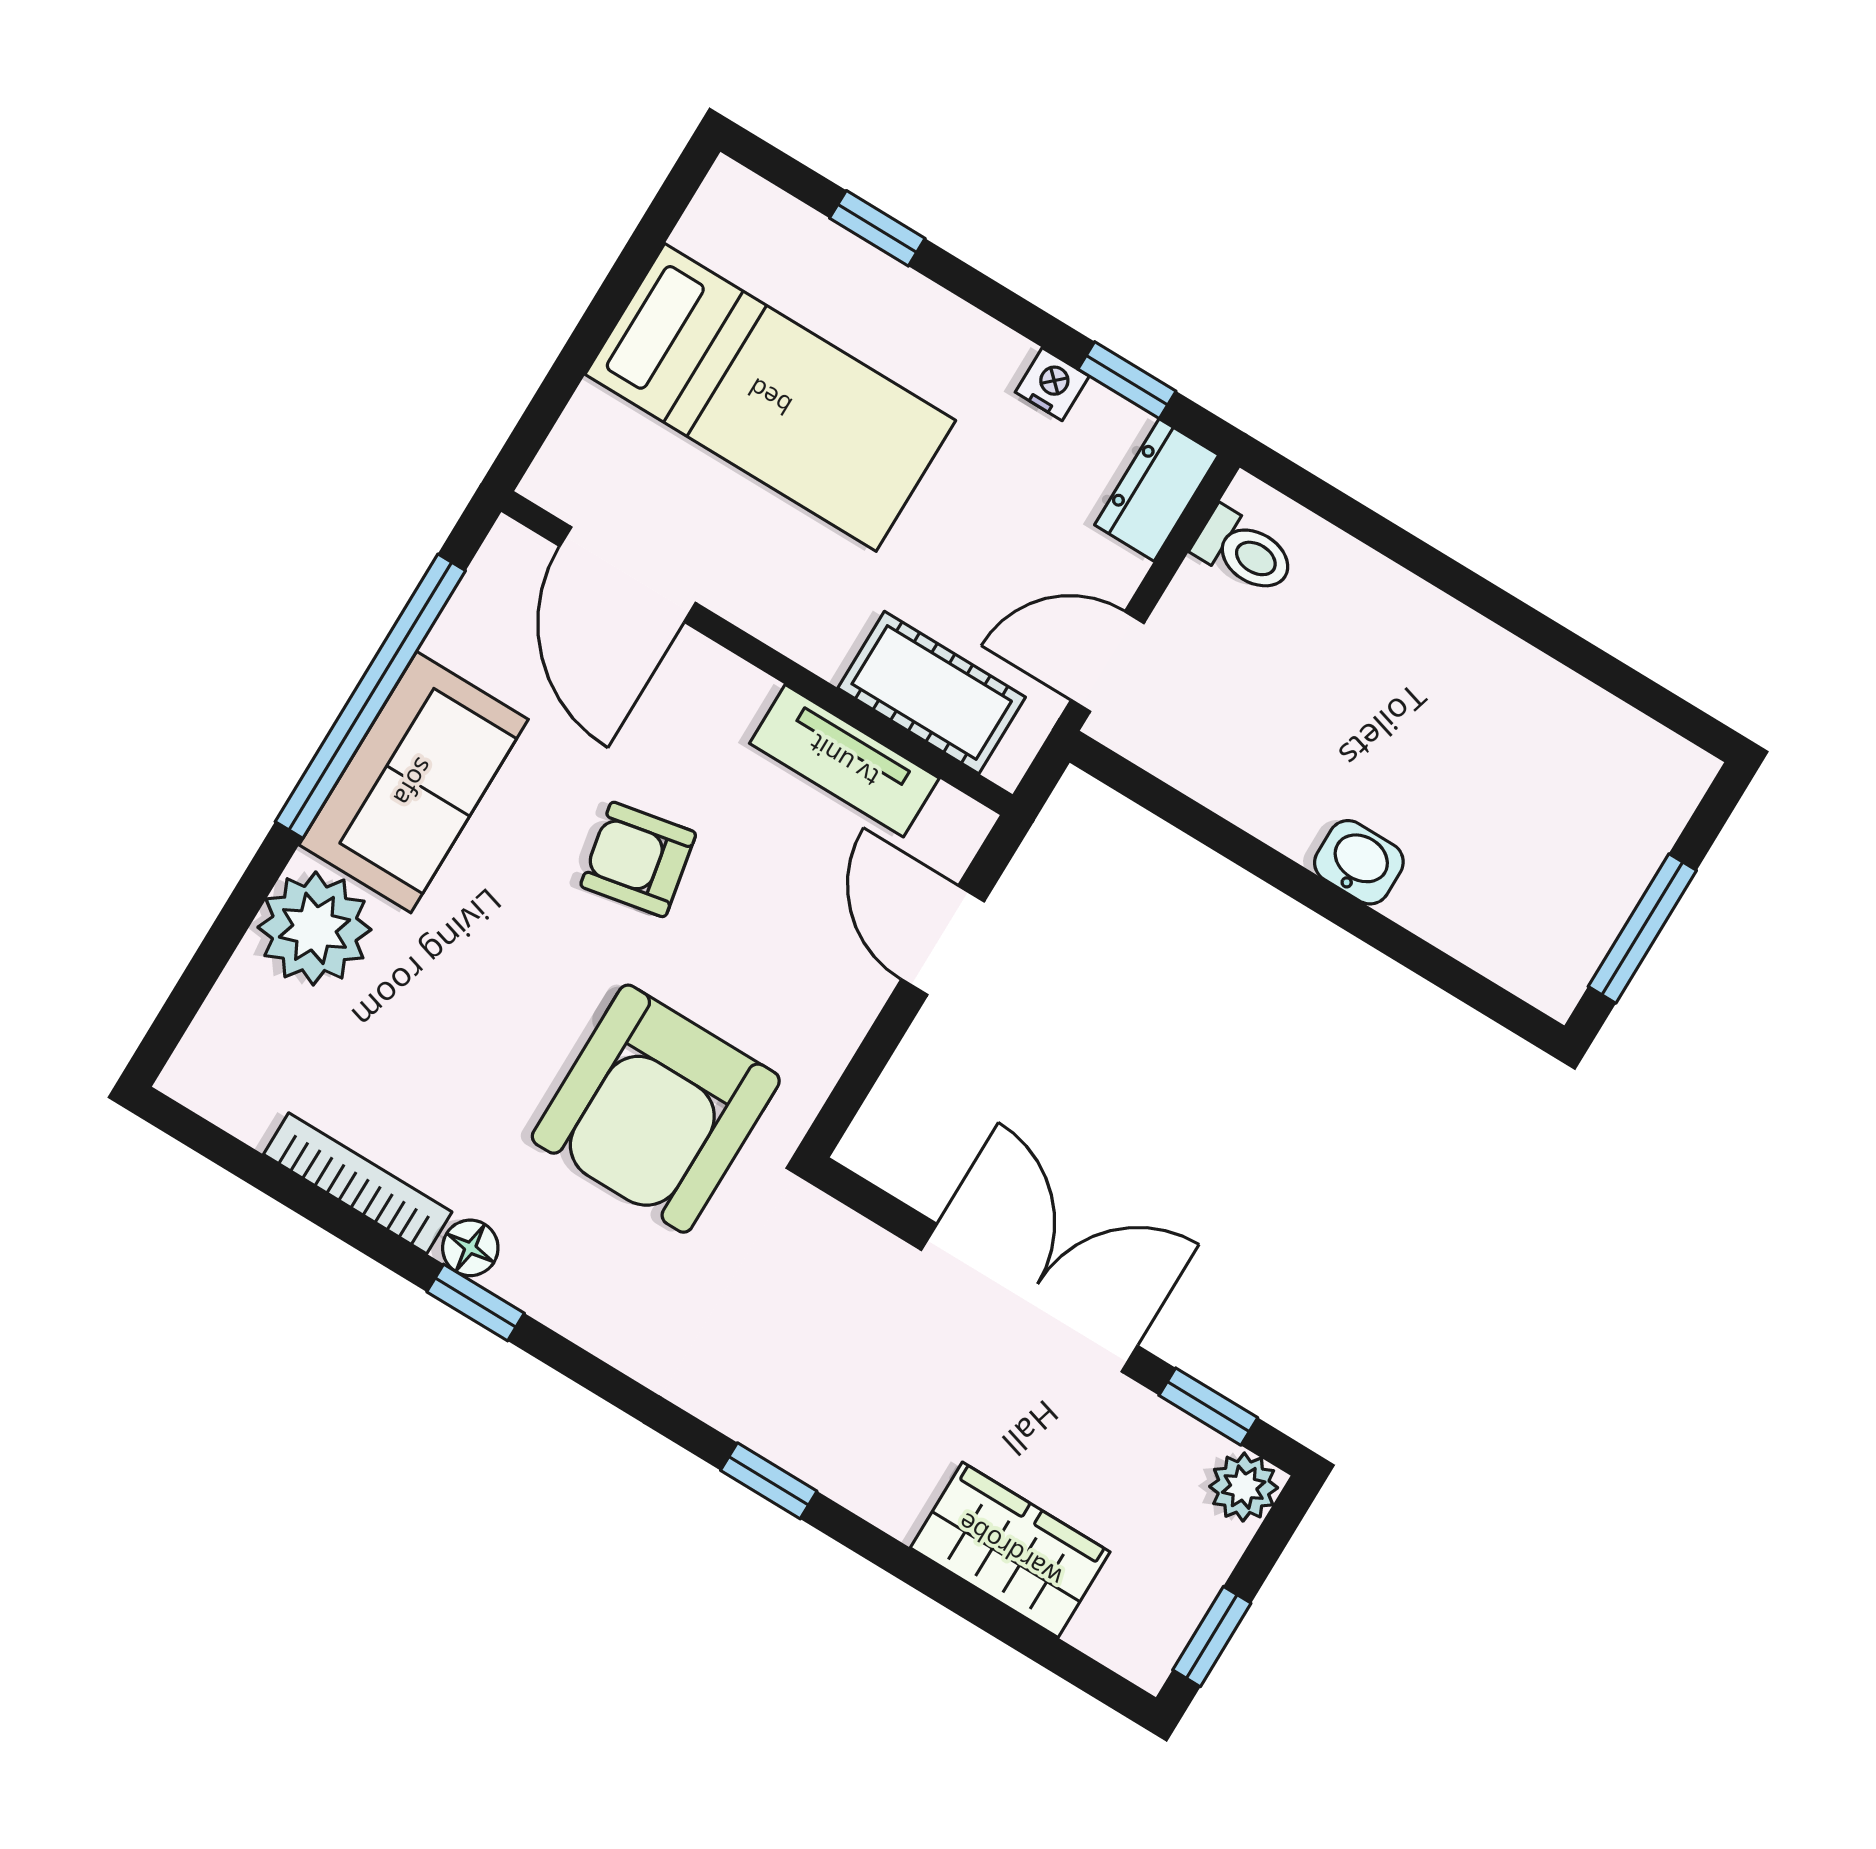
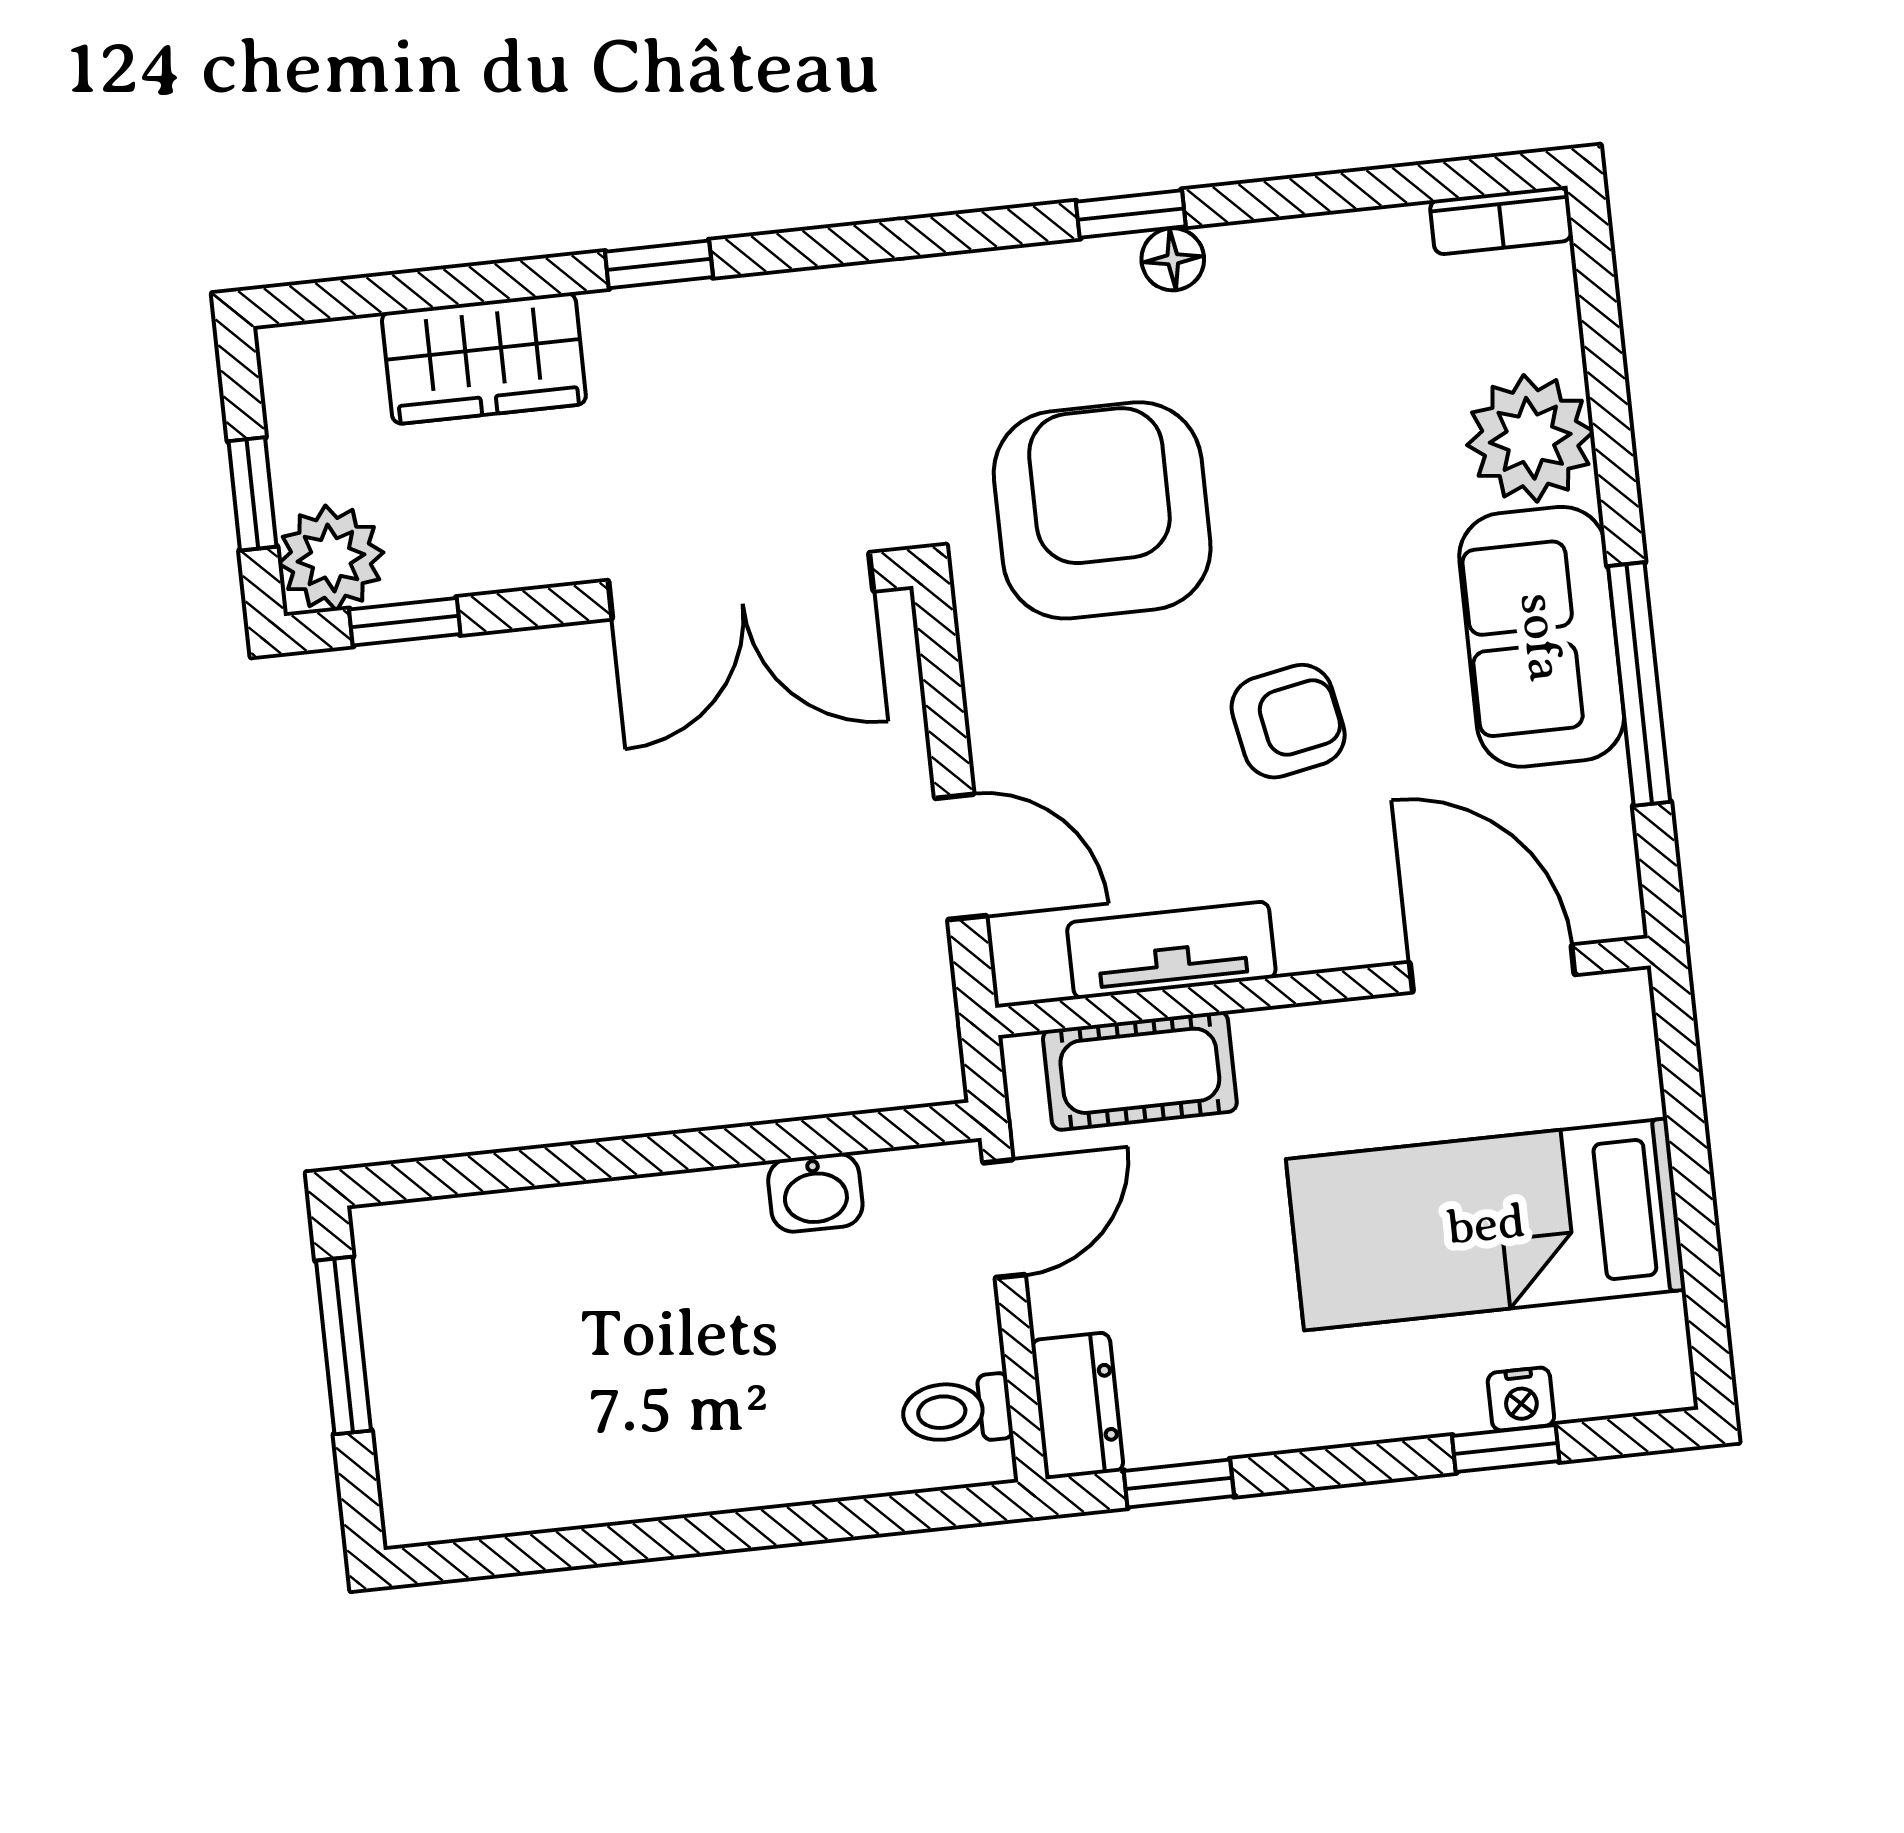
nightstand: (1052, 384) -> (1521, 1399), moved
window: (370, 696) -> (1639, 684), width x0.68
washbasin: (1359, 862) -> (815, 1193), moved
bookcase: (358, 1183) -> (1501, 220), moved, width x0.64
double door: (1029, 1298) -> (741, 586), moved
window: (769, 1481) -> (659, 264), moved
plant: (1244, 1487) -> (331, 558), width x1.38, depth x1.38
window: (1212, 1637) -> (253, 494), moved

